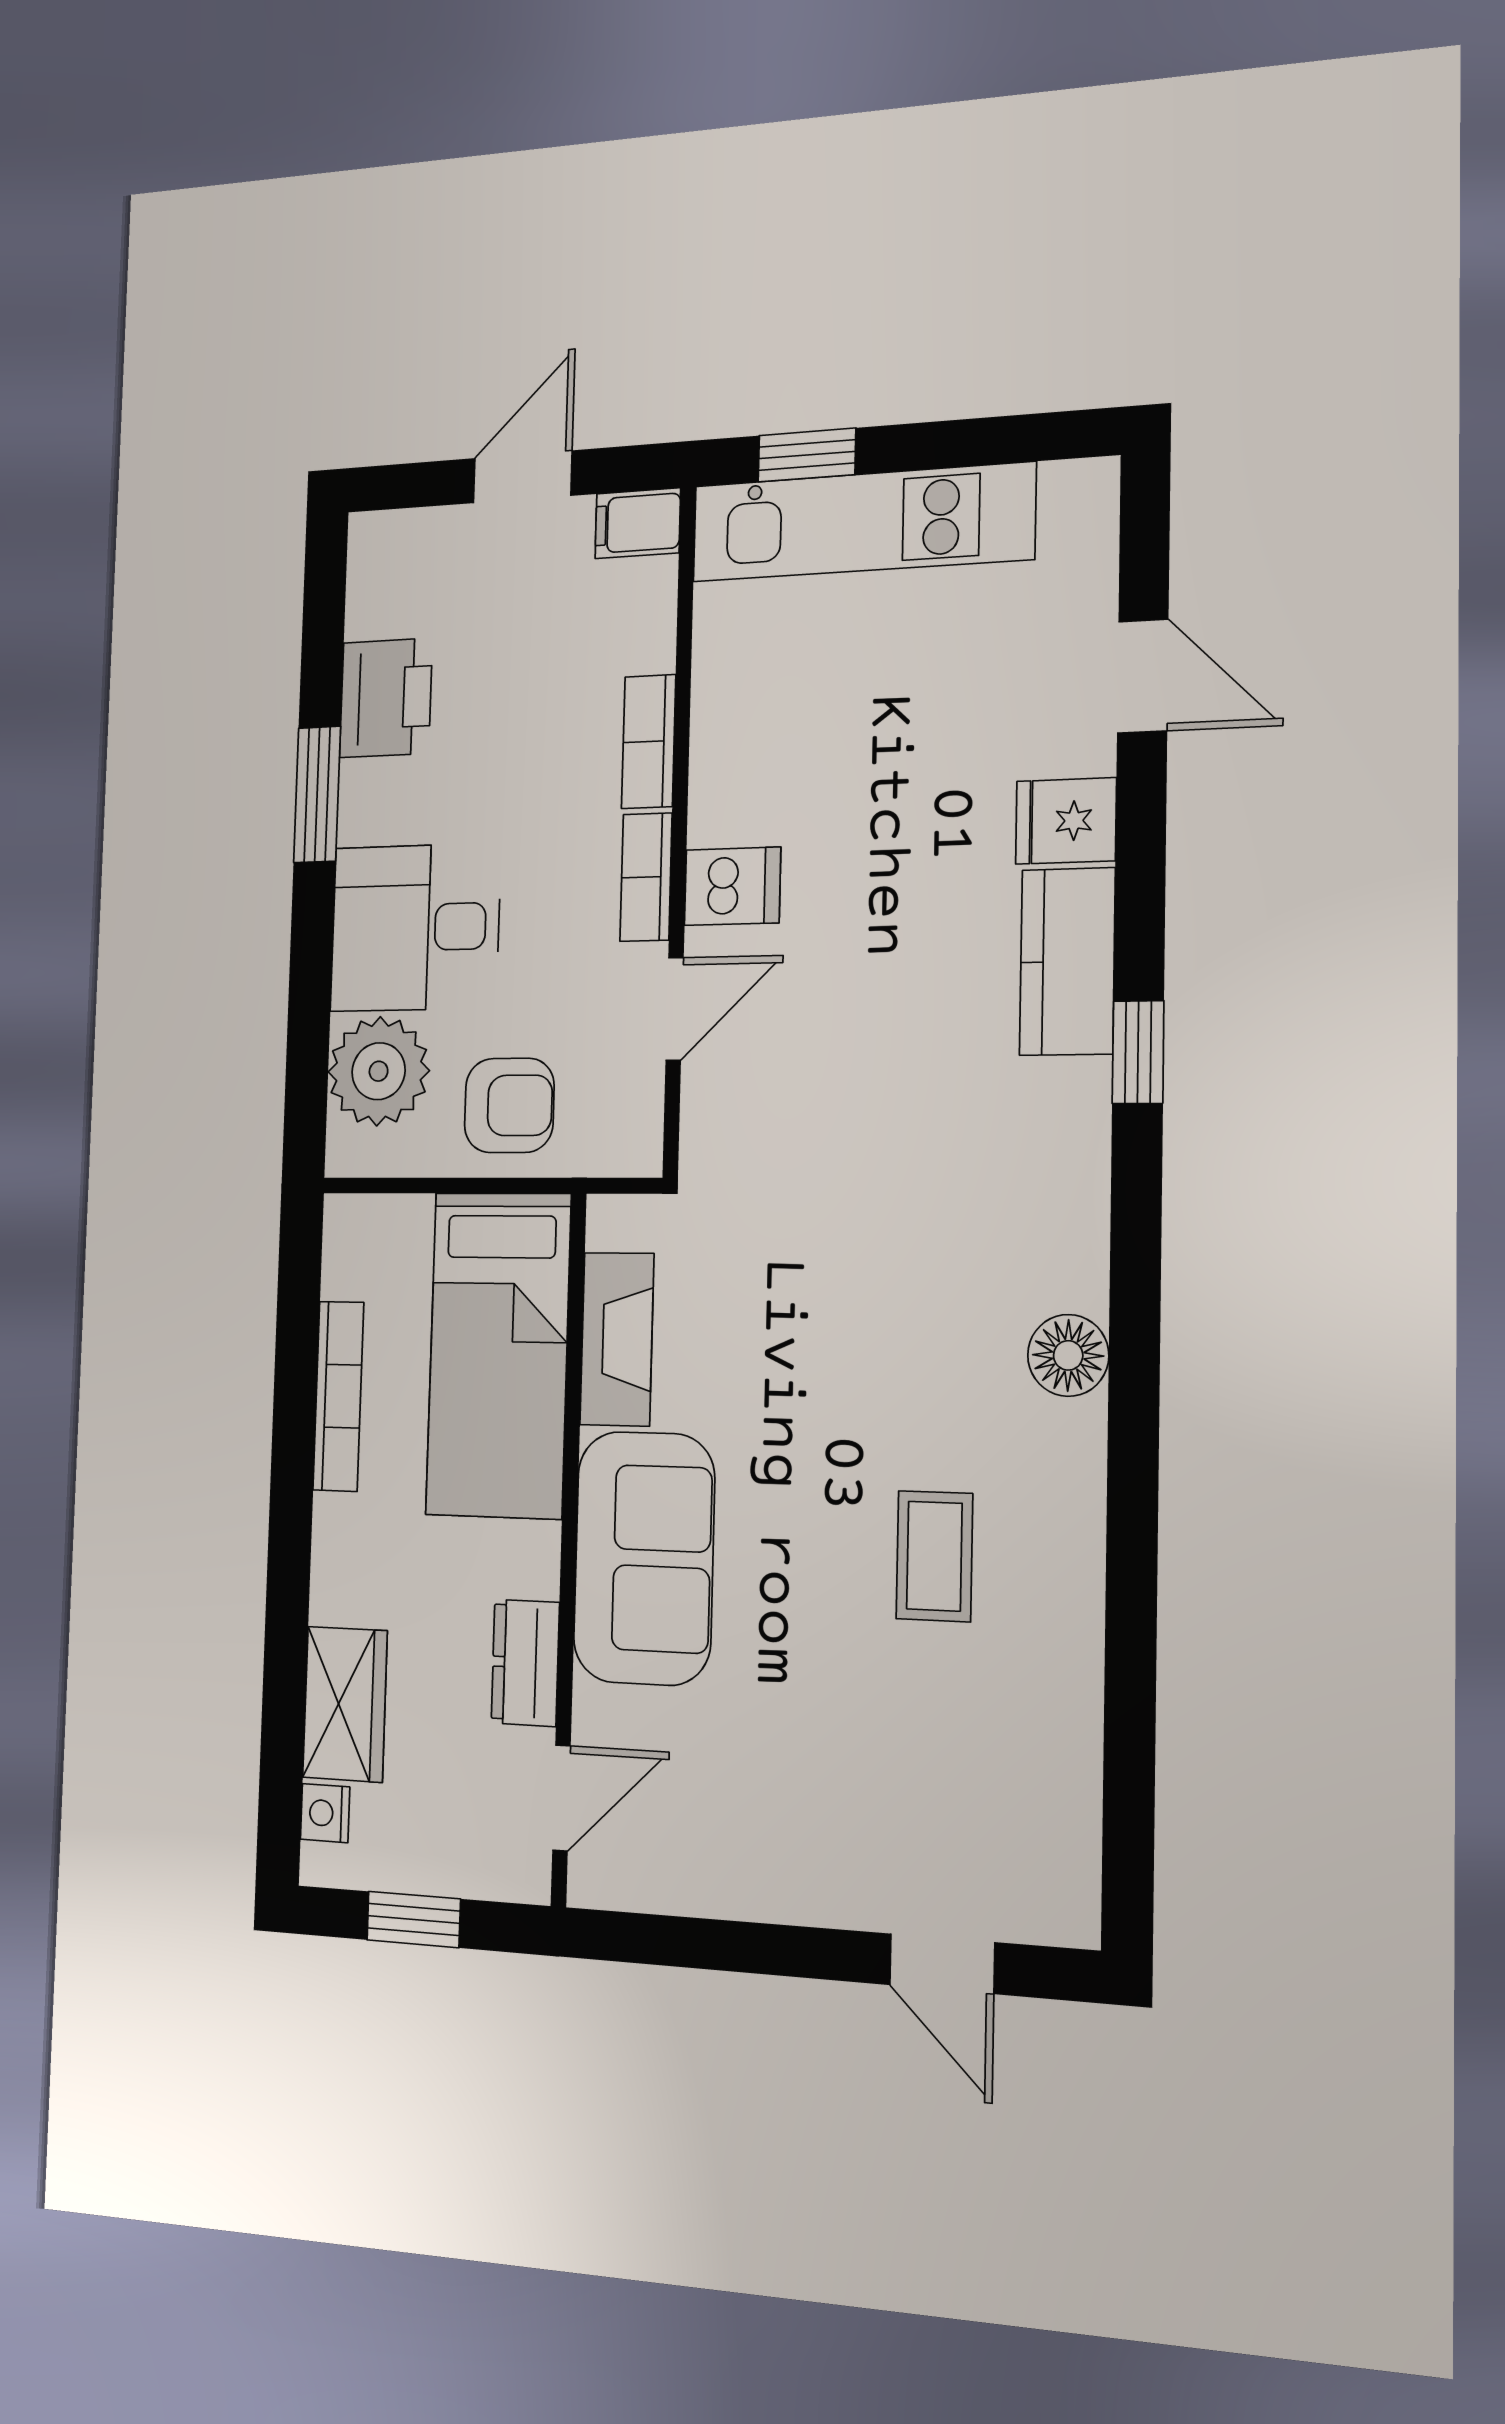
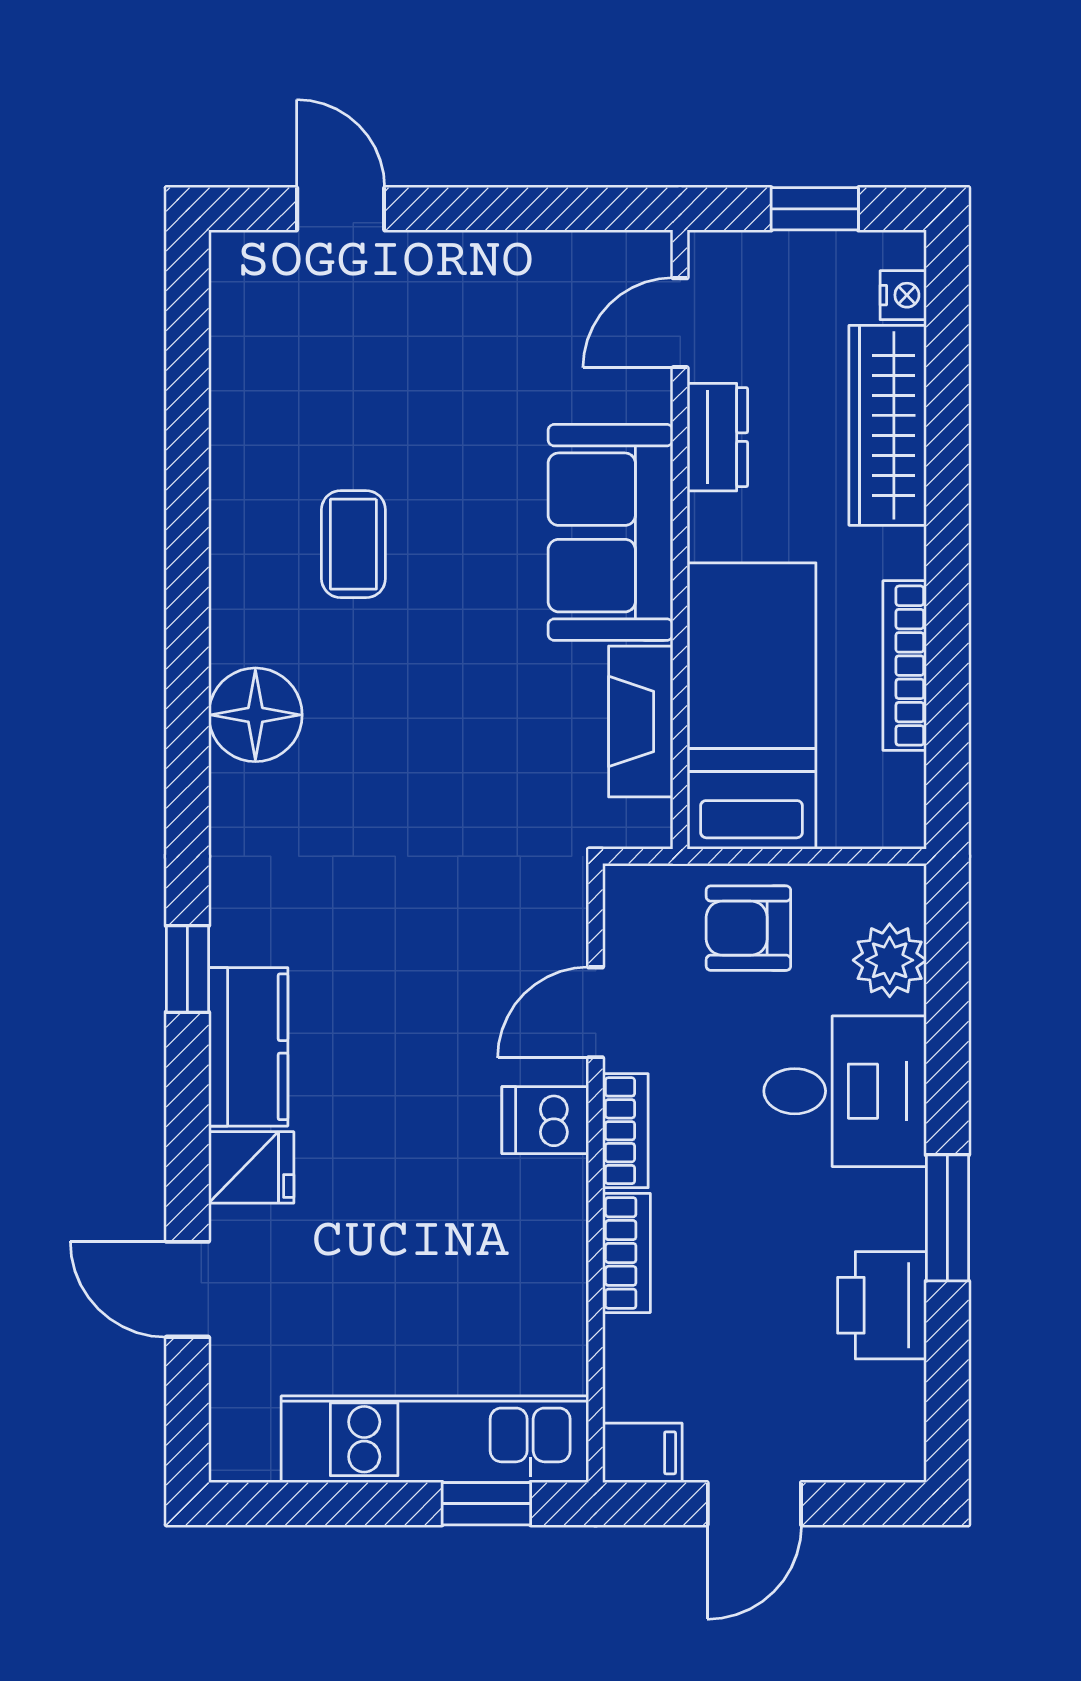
plant: (379, 1071) -> (890, 960), width x0.73, depth x0.73
floor lamp: (1068, 1355) -> (255, 715), width x1.38, depth x1.38
wardrobe: (345, 1704) -> (888, 425), width x1.50

